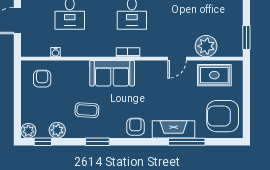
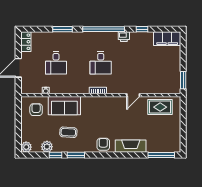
plant: (206, 46) -> (154, 86), removed
sofa: (112, 73) -> (64, 106), moved
armchair: (223, 116) -> (166, 137), removed
window: (43, 142) -> (55, 155), moved
window: (187, 142) -> (161, 155), moved

